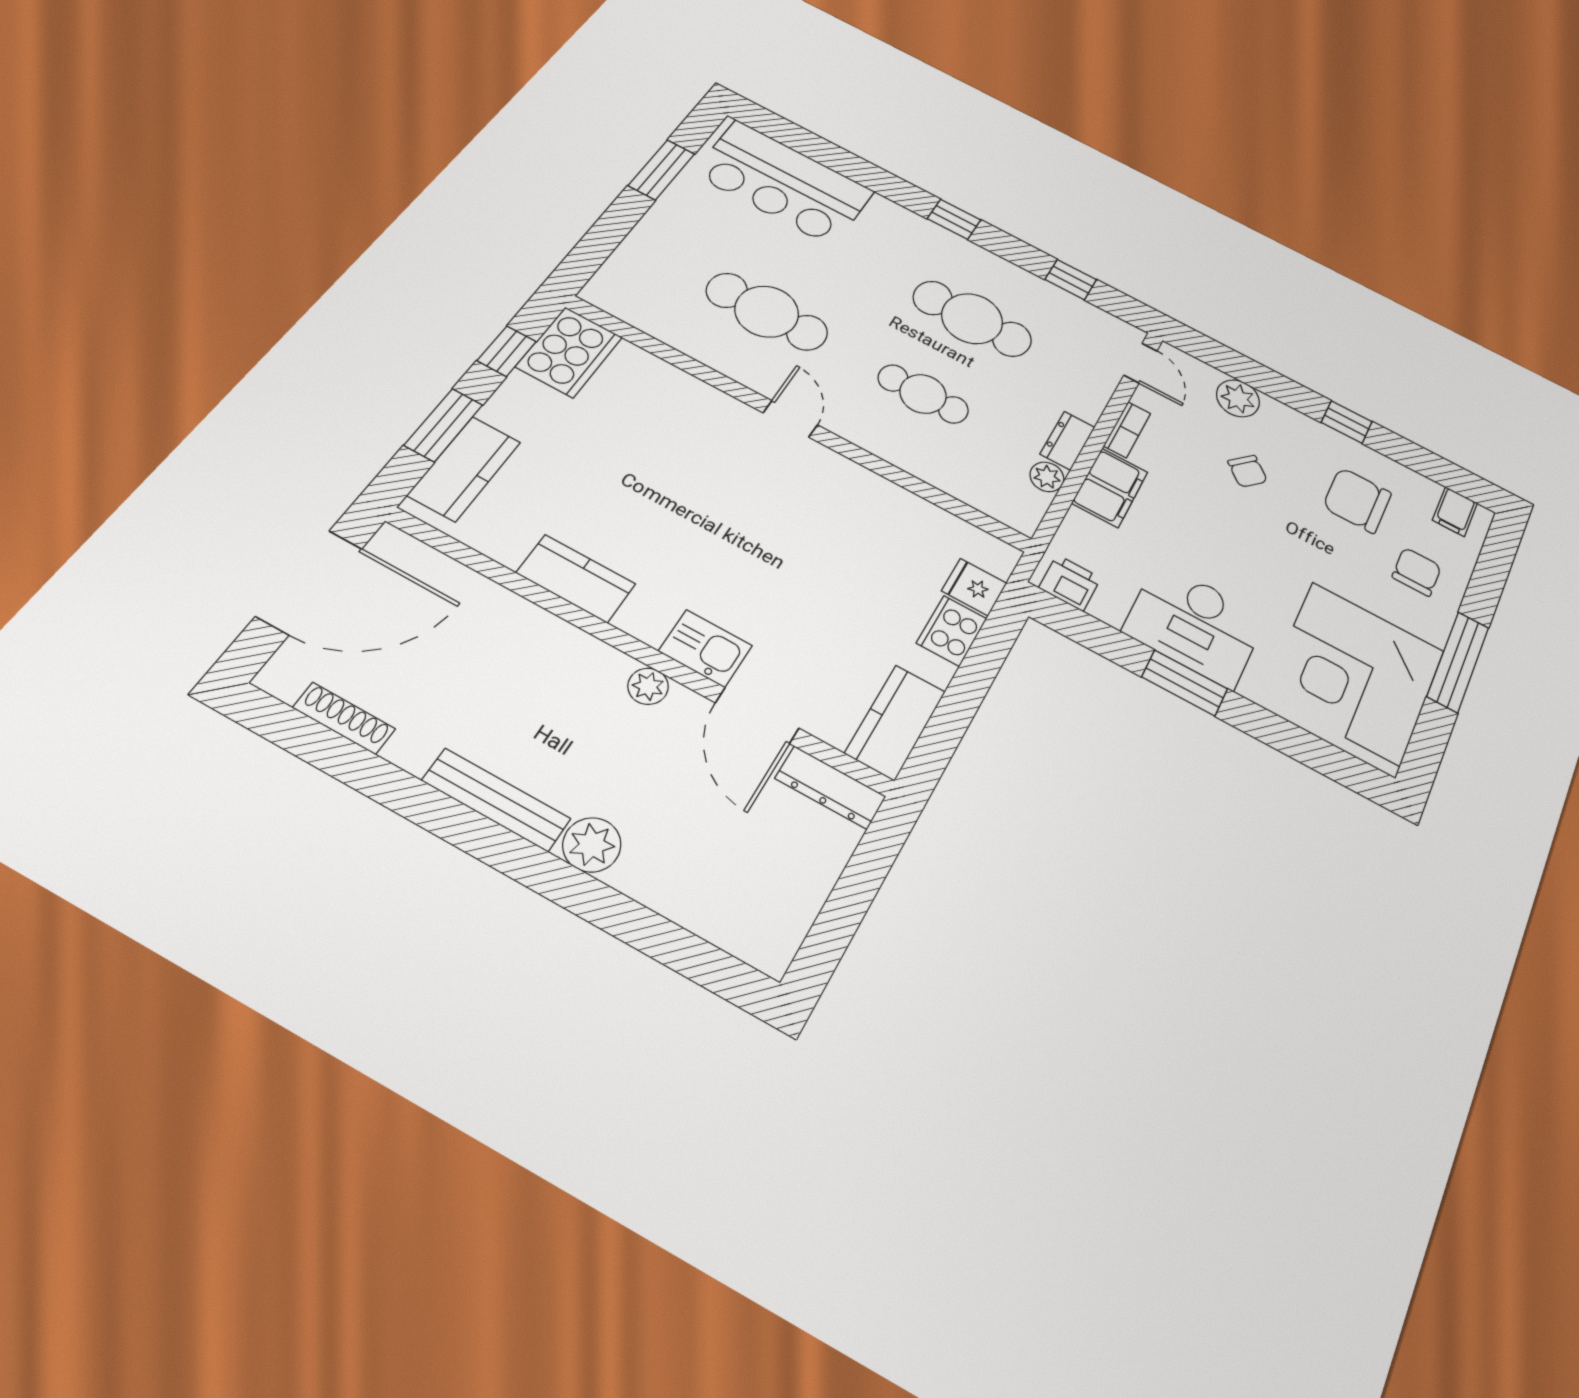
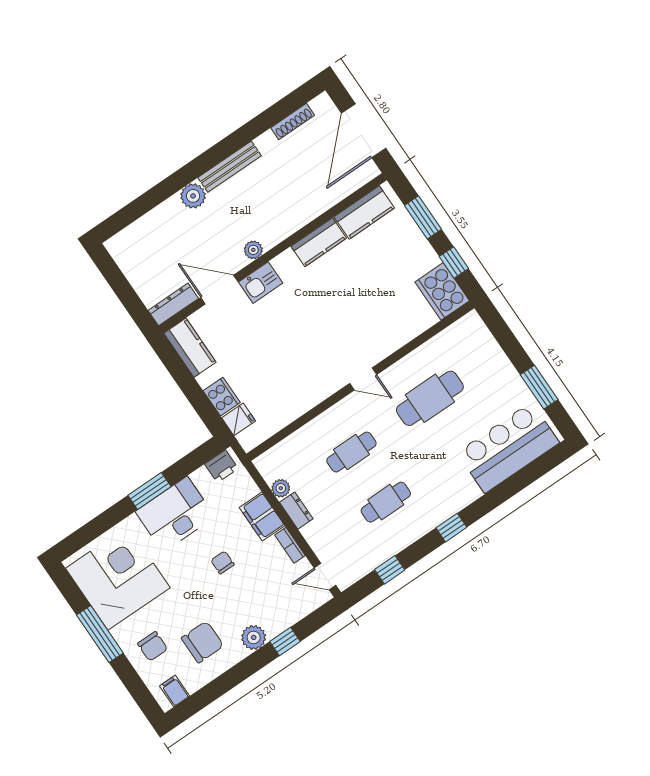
cafe table: (972, 319) -> (386, 502), width x0.73, depth x0.74
plant: (1238, 398) -> (254, 637), moved
window: (1347, 422) -> (285, 641), moved
kitchen counter: (464, 469) -> (364, 212), moved, turned -90
chair: (1248, 471) -> (222, 562), moved, turned 46

